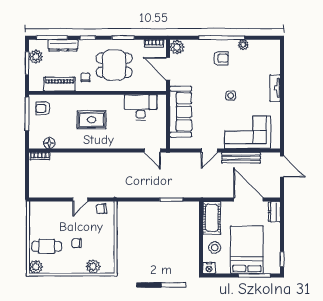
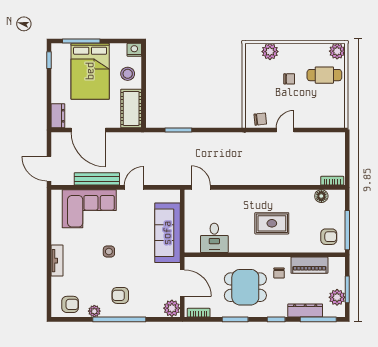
armchair: (264, 50) -> (70, 304), added
desk: (141, 107) -> (214, 238), width x0.73

